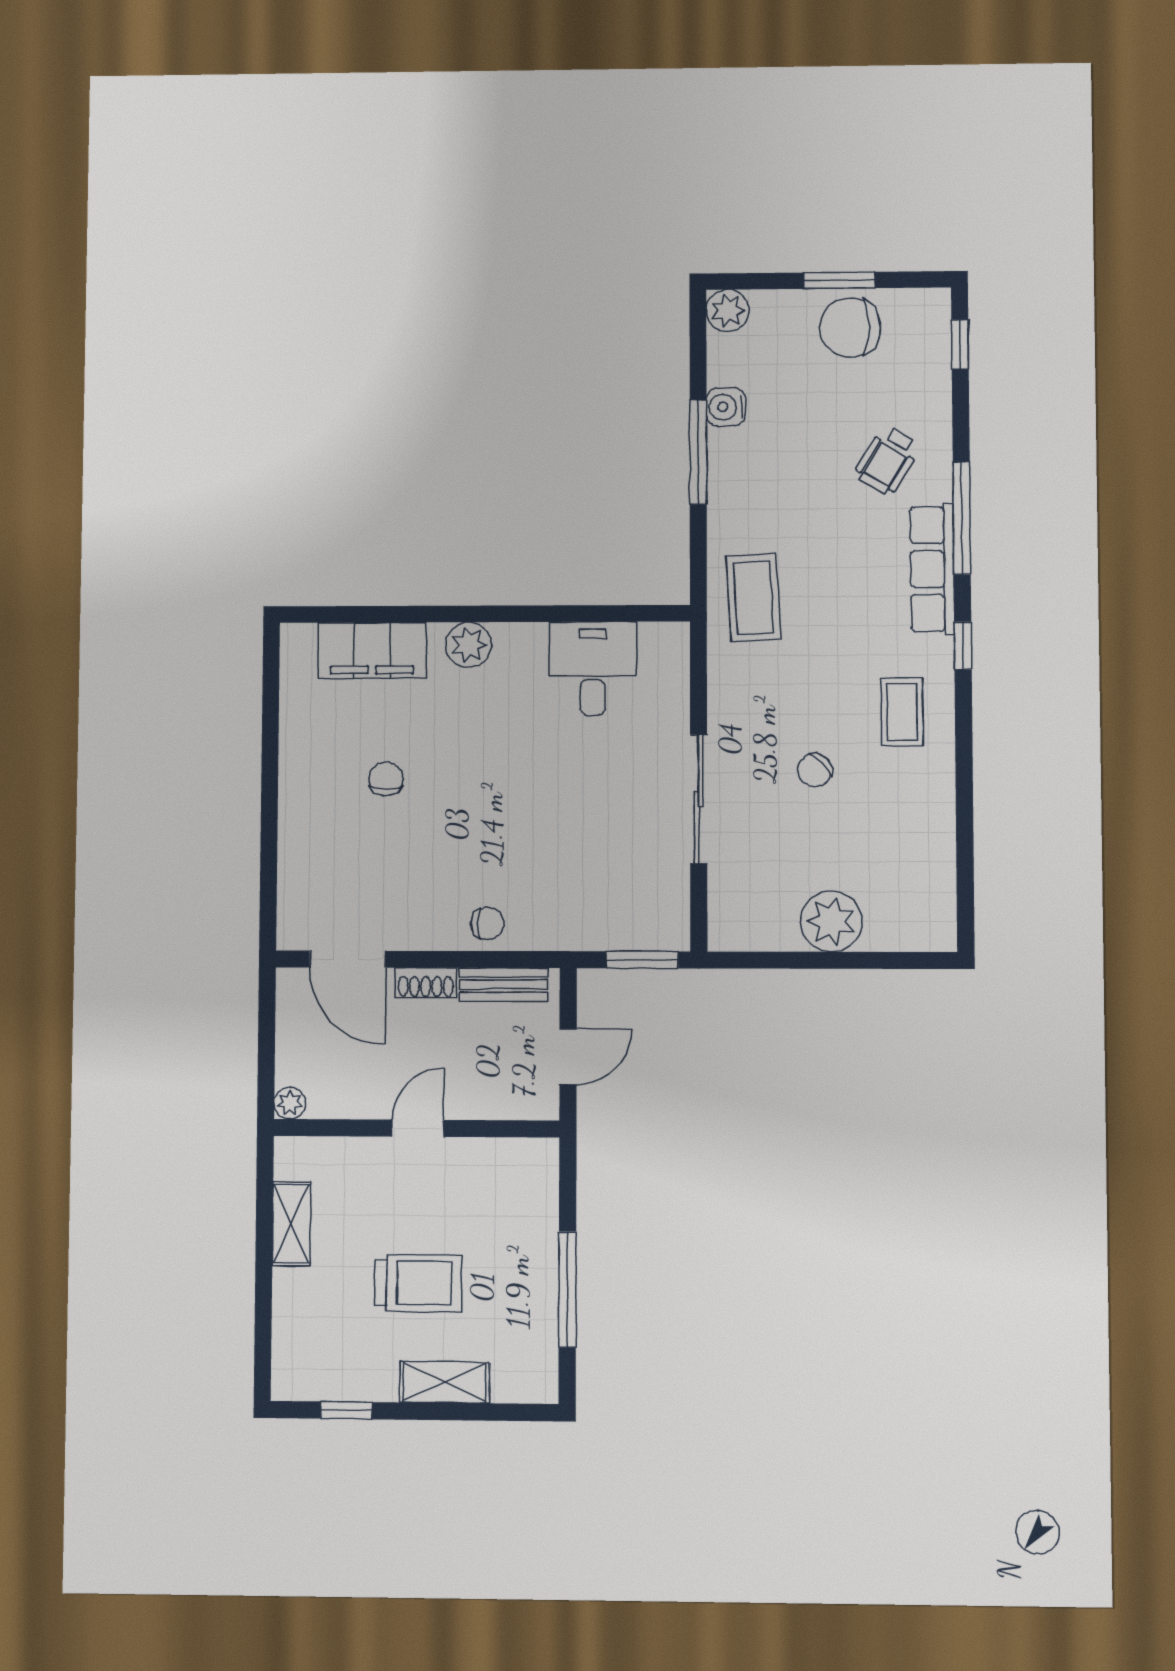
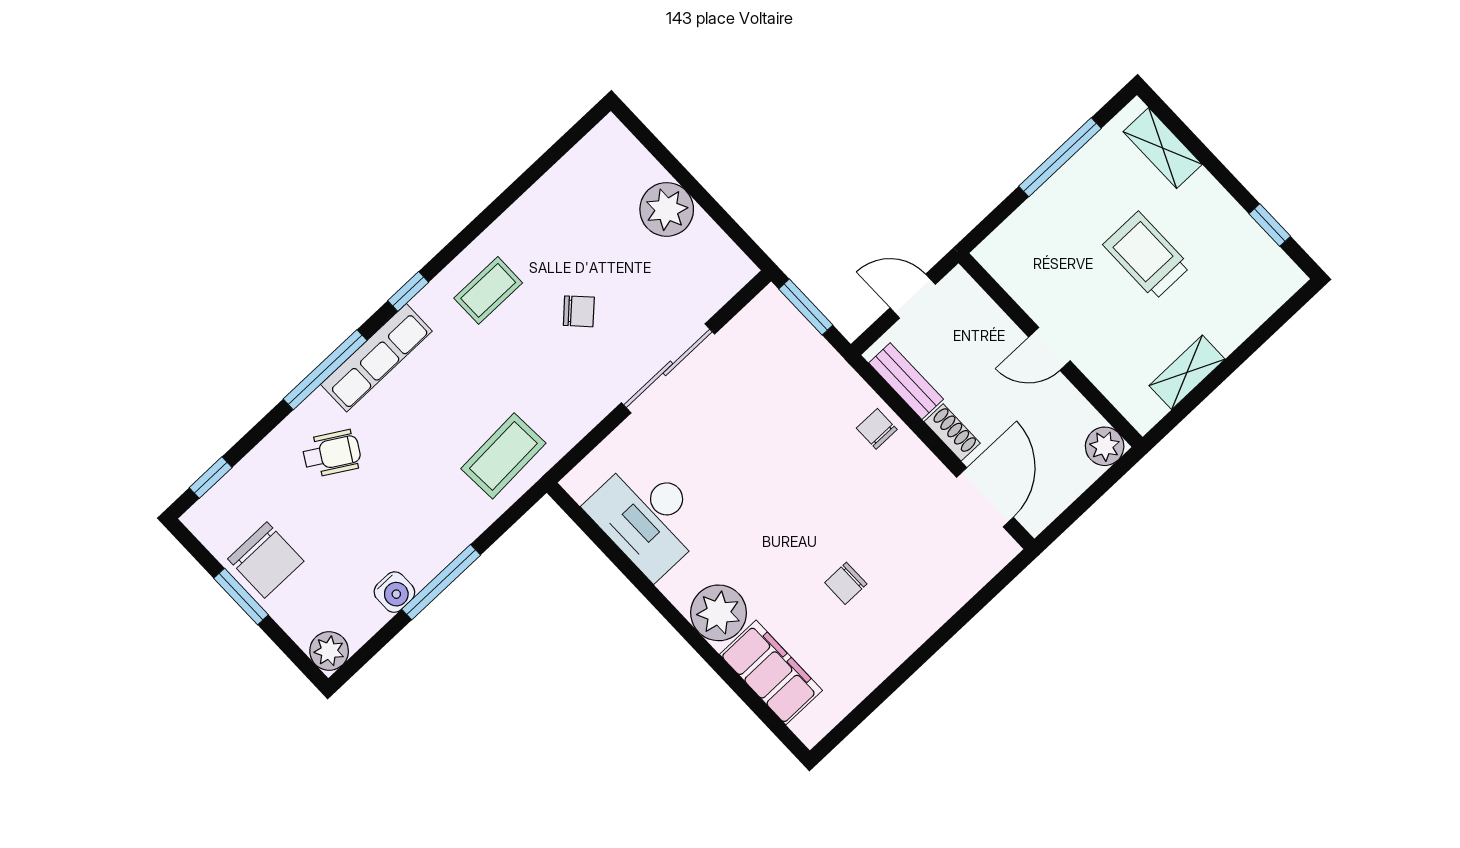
plant: (469, 645) -> (719, 613), width x1.36, depth x1.36
desk: (593, 669) -> (648, 517), width x1.37
plant: (290, 1103) -> (1105, 446), width x1.38, depth x1.38
shelving: (444, 1382) -> (1163, 148), moved

